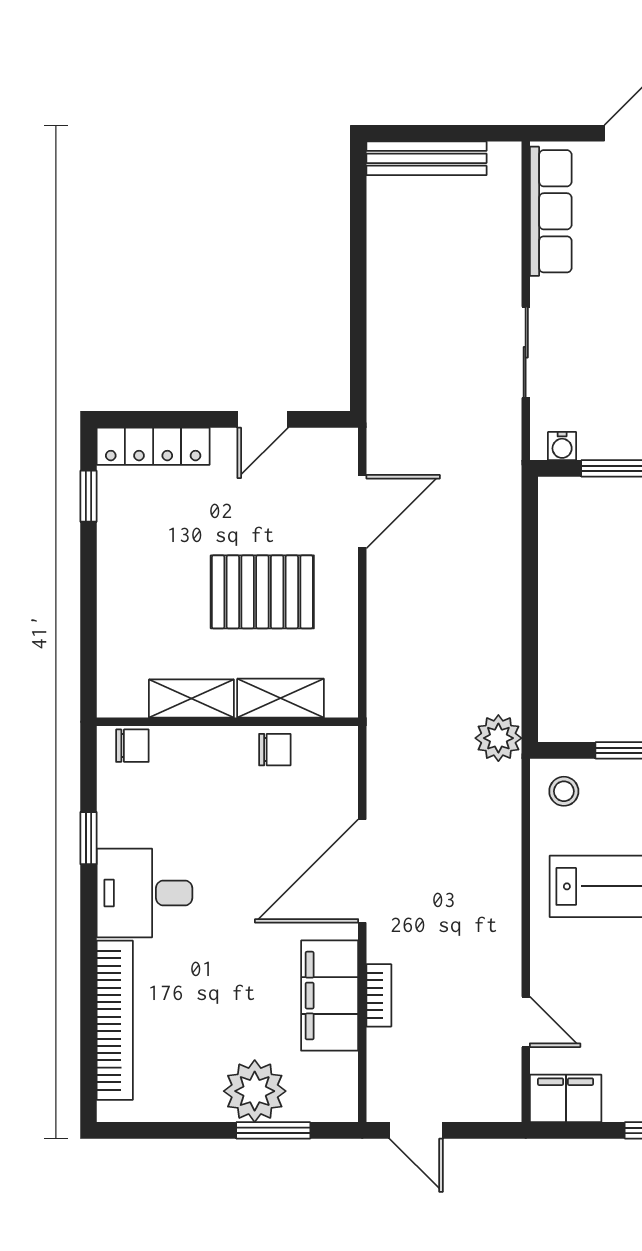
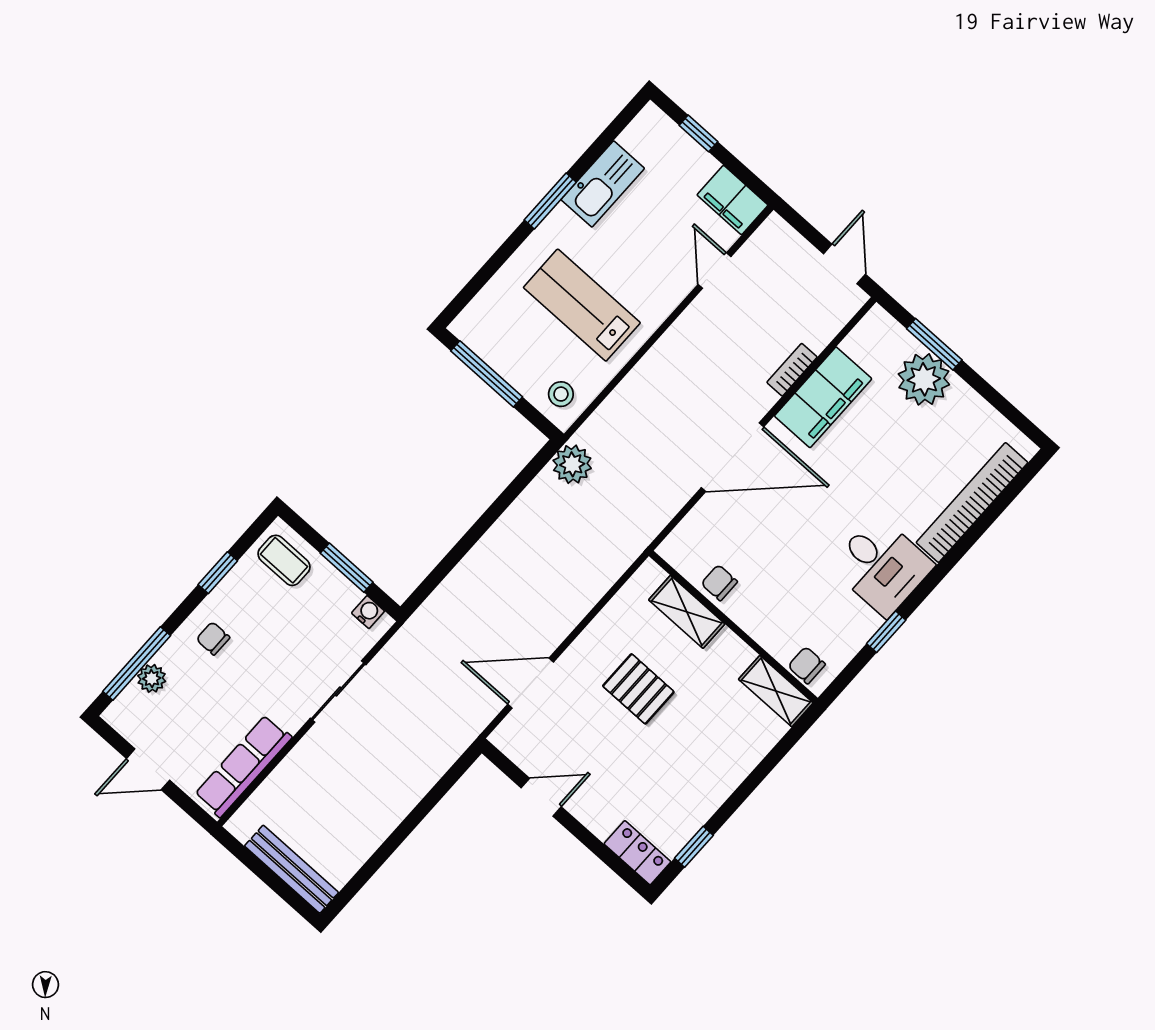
locker: (153, 446) -> (637, 853), width x0.66
pallet: (262, 592) -> (638, 689), width x0.67, depth x0.71
shelving: (191, 699) -> (776, 691), moved

